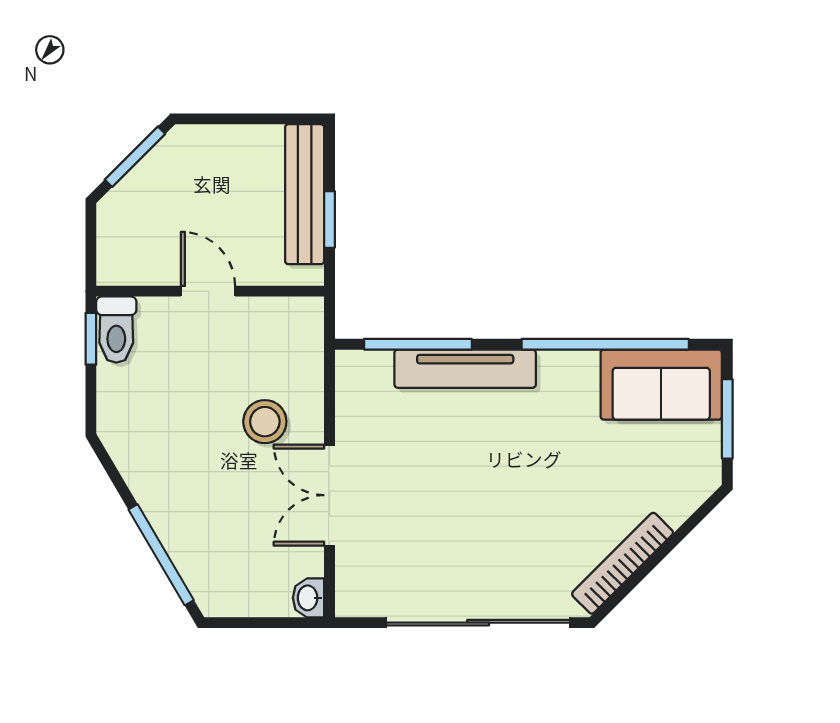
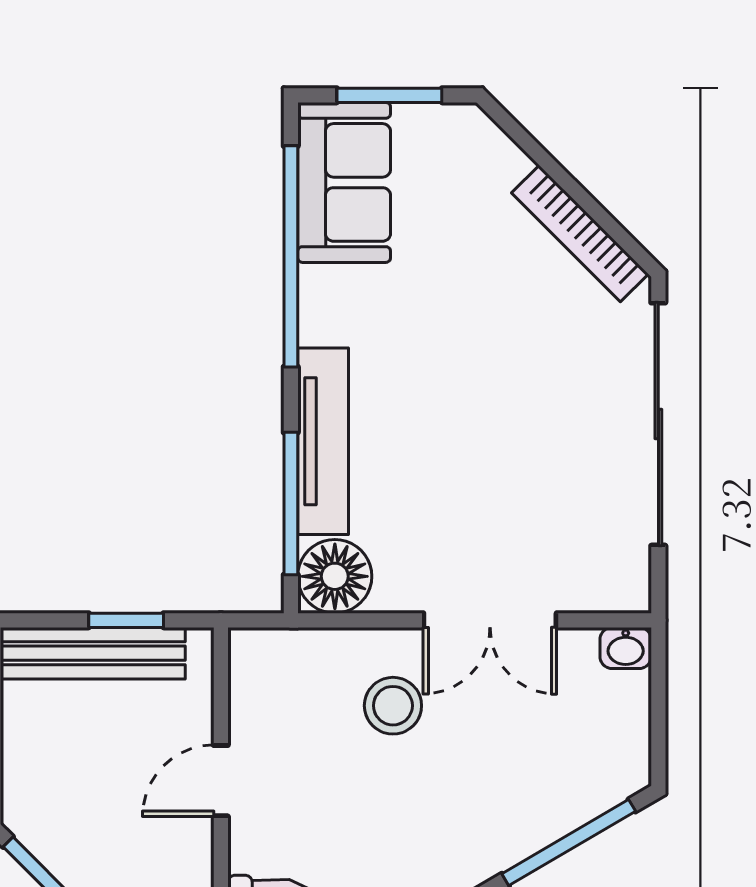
floor lamp: (363, 378) -> (335, 576), added

